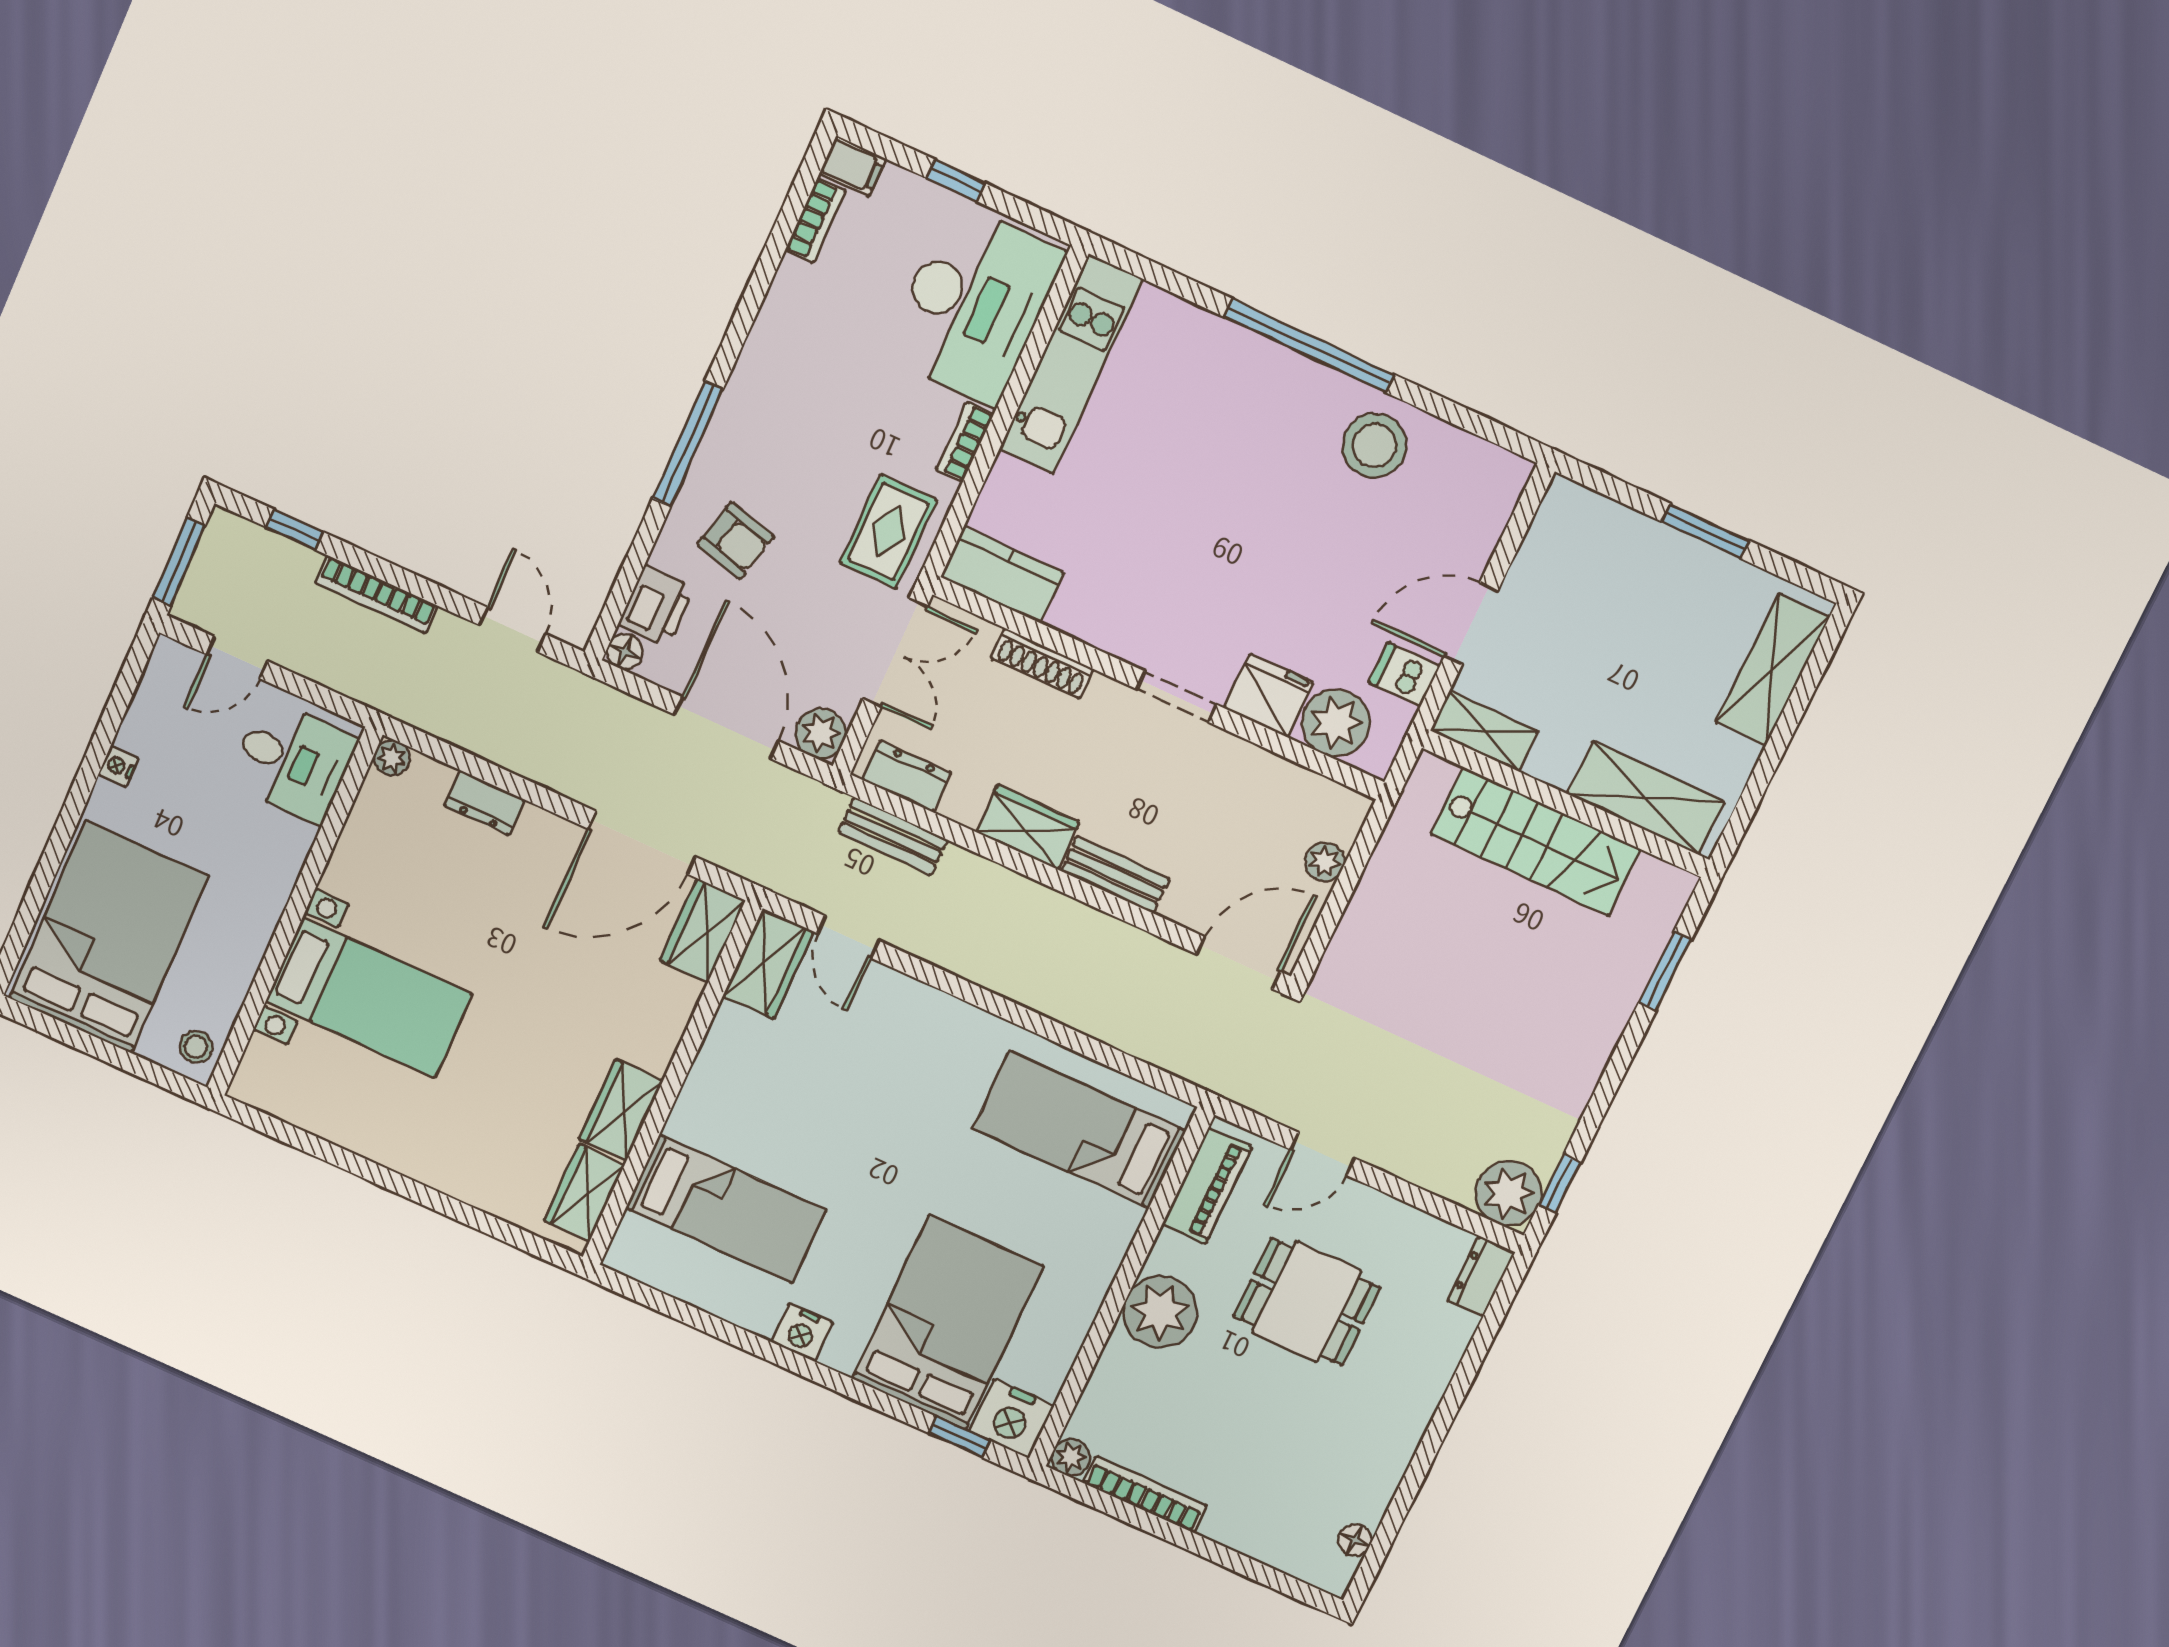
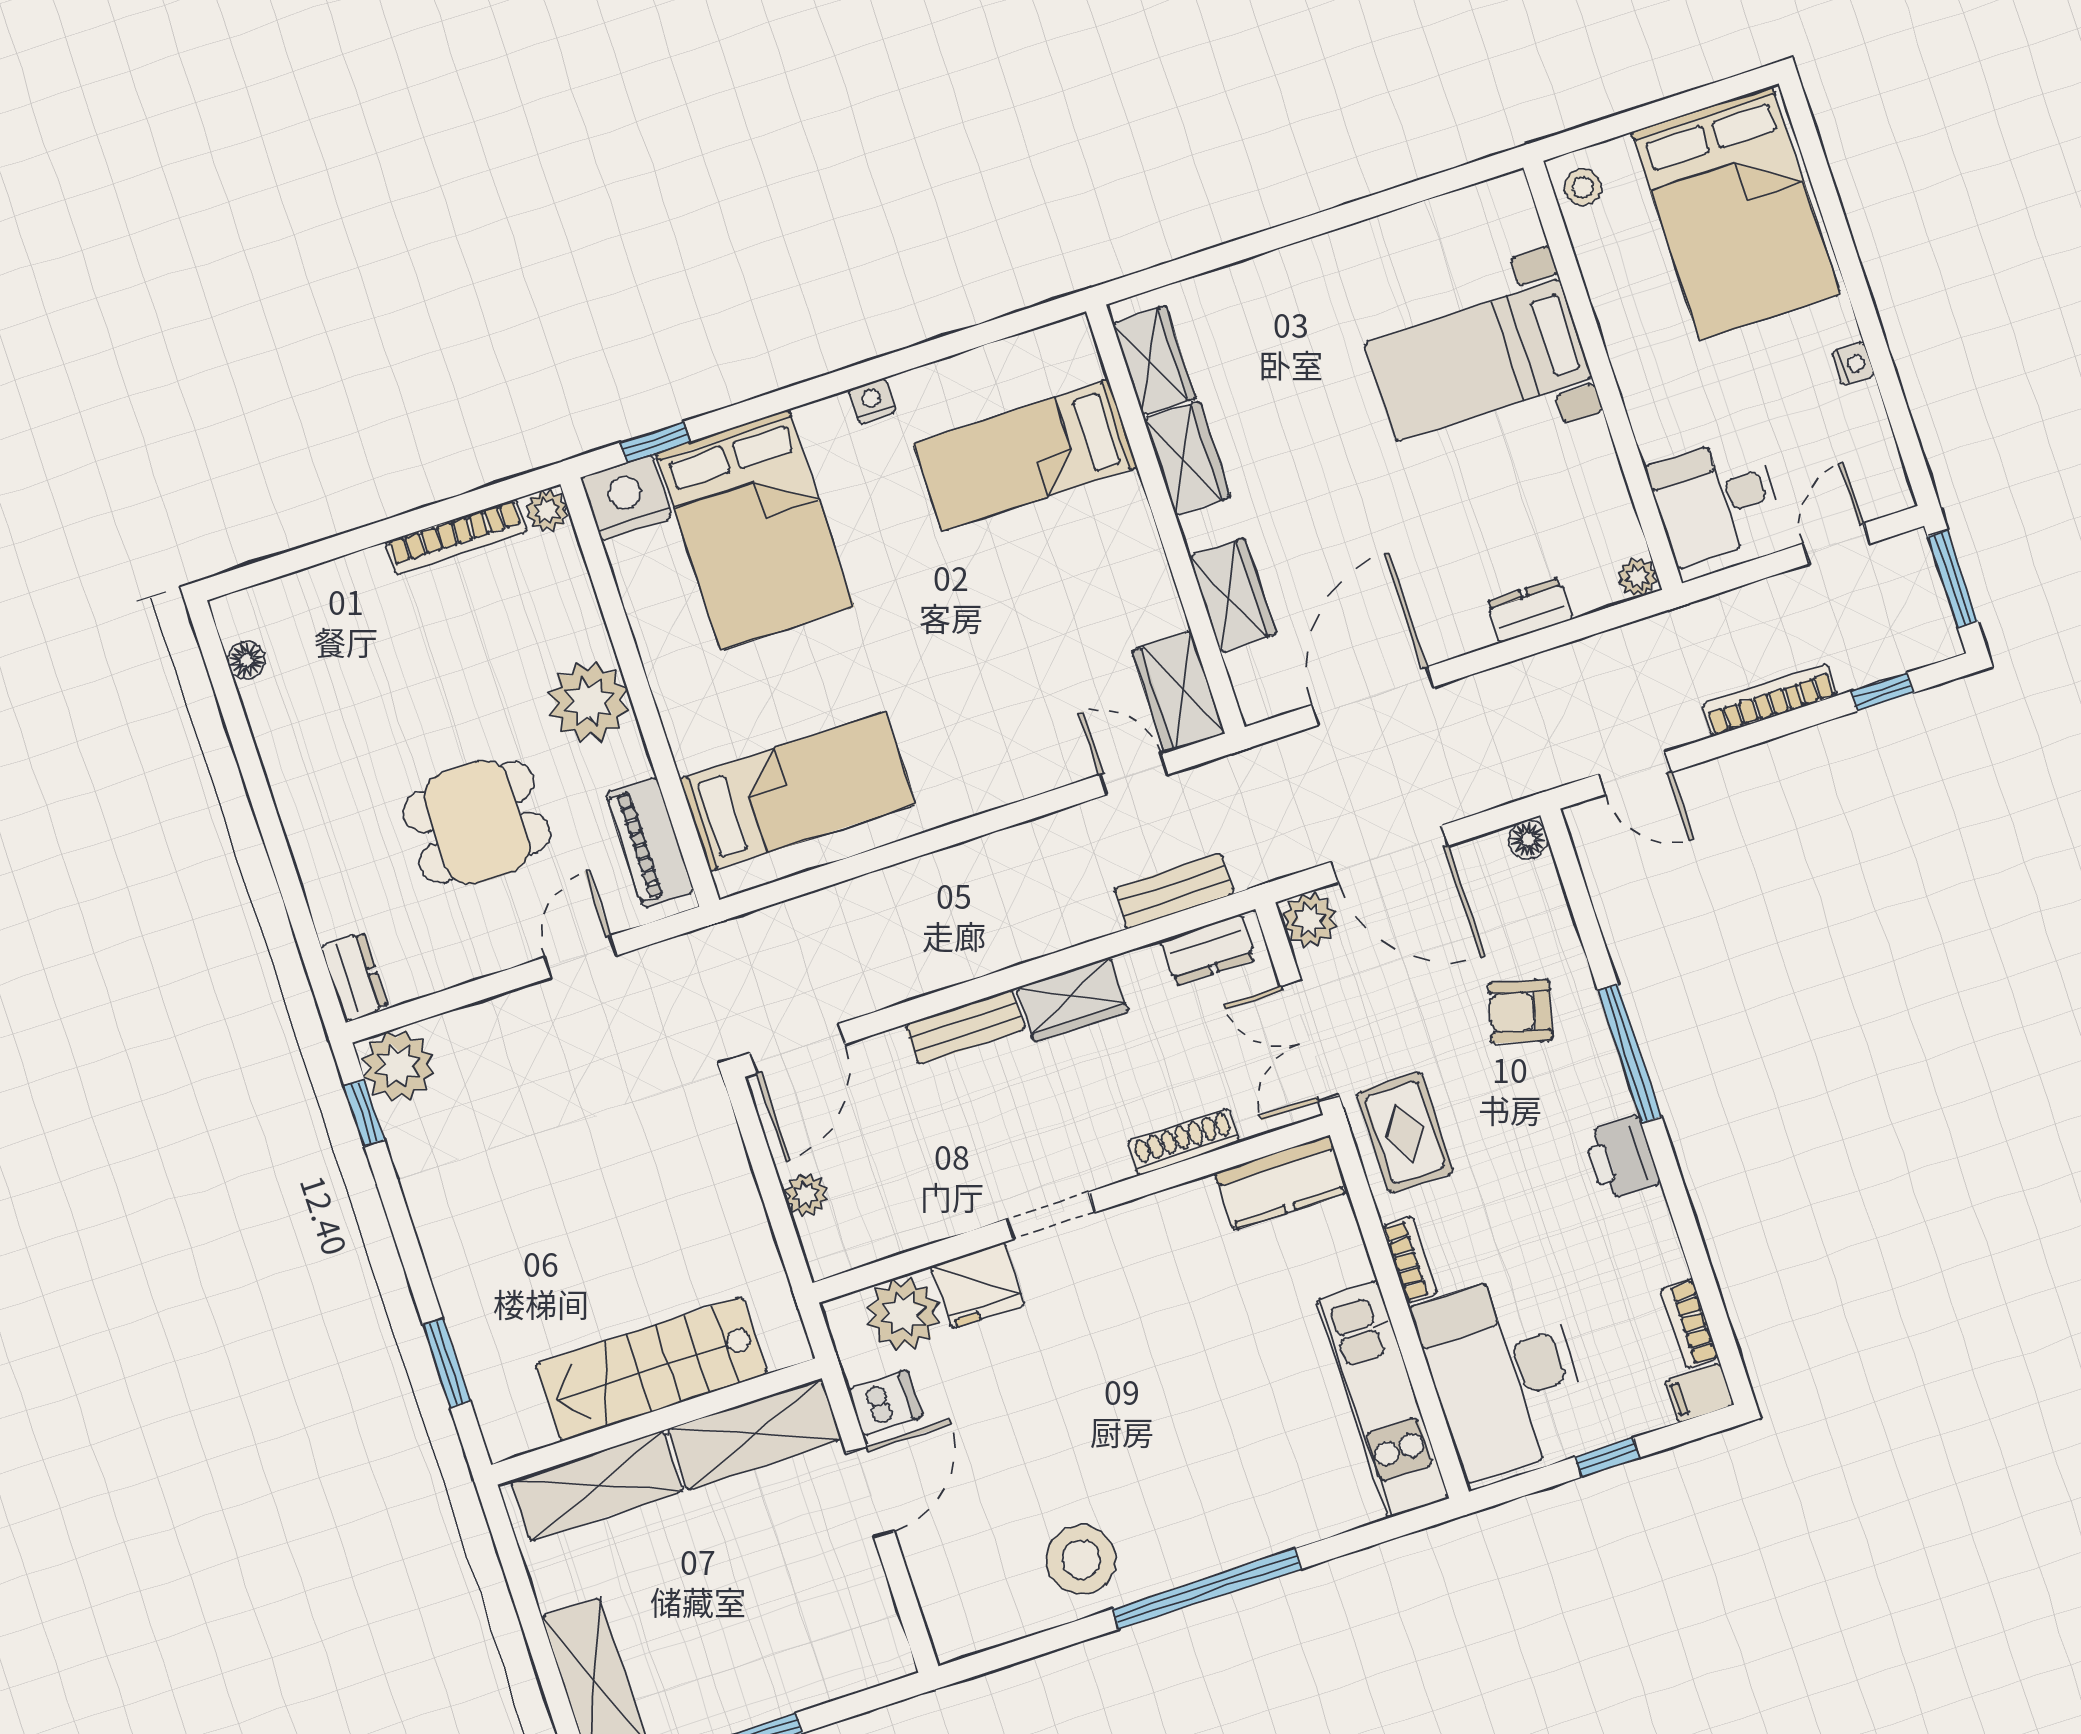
printer: (656, 606) -> (1622, 1158), moved
shelving: (1484, 731) -> (755, 1434), width x1.50, depth x1.33
wardrobe: (703, 931) -> (1232, 595), moved
nightstand: (802, 1332) -> (872, 401), width x0.72, depth x0.74

